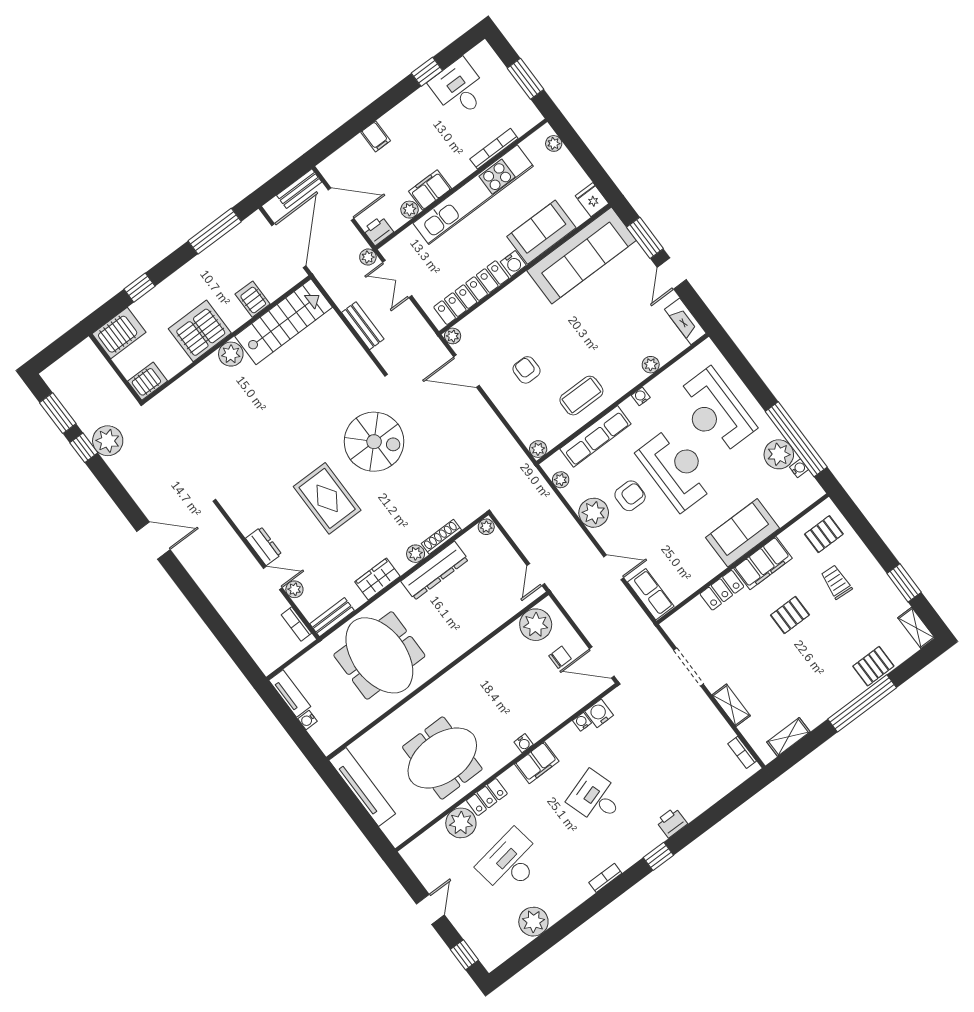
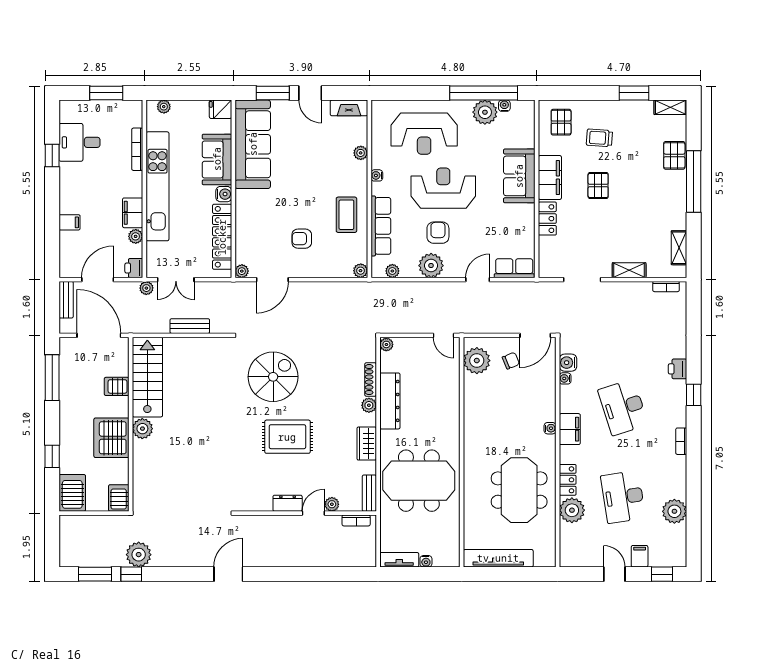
chair: (560, 657) -> (511, 361), turned 67
desk: (596, 798) -> (623, 407), width x1.37
filing cabinet: (465, 921) -> (640, 556), added

